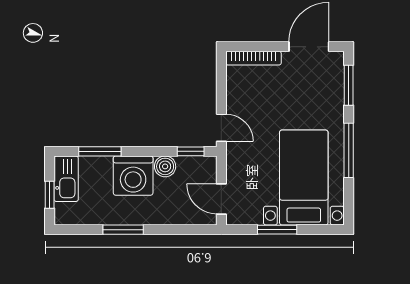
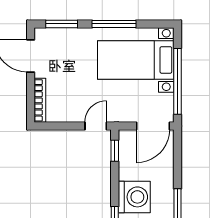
boiler: (165, 166) -> (127, 171), removed
door: (221, 199) -> (153, 126), width x1.38
window: (277, 230) -> (177, 81), width x2.11

